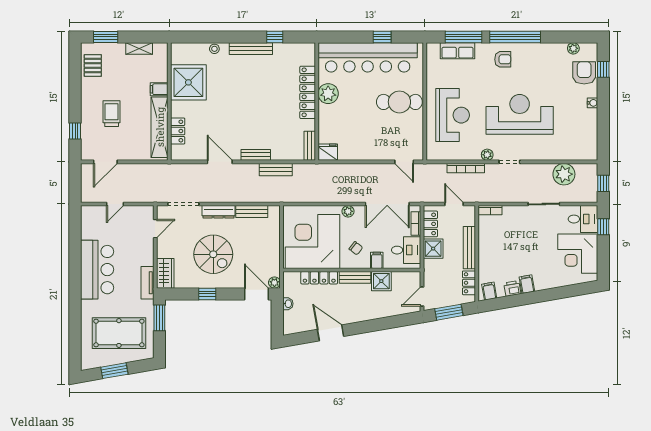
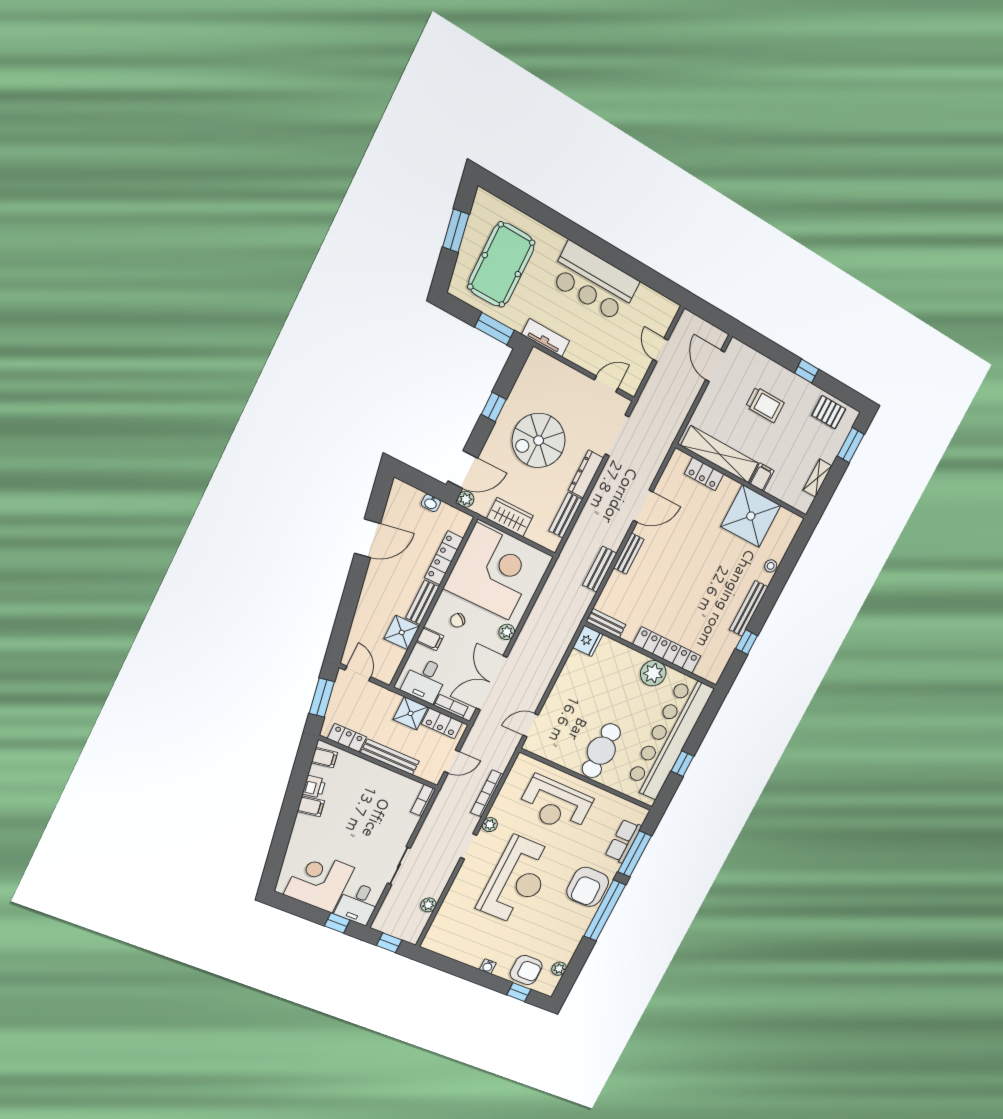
armchair: (503, 59) -> (588, 887), width x1.88, depth x1.88
window: (75, 131) -> (807, 371), moved
plant: (564, 174) -> (428, 905), width x0.53, depth x0.53
door: (155, 229) -> (606, 384), swing flipped
wardrobe: (165, 273) -> (510, 517), moved, turned 180

